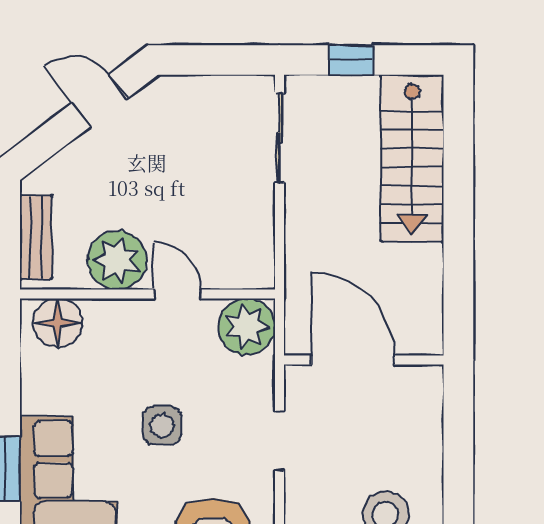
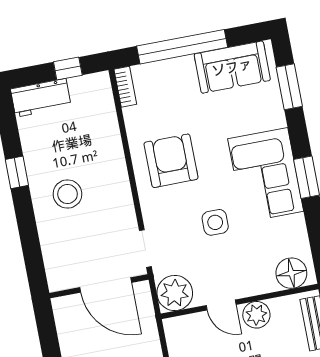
plant: (117, 260) -> (256, 315), width x0.73, depth x0.73
doorway: (279, 441) -> (145, 249), moved

